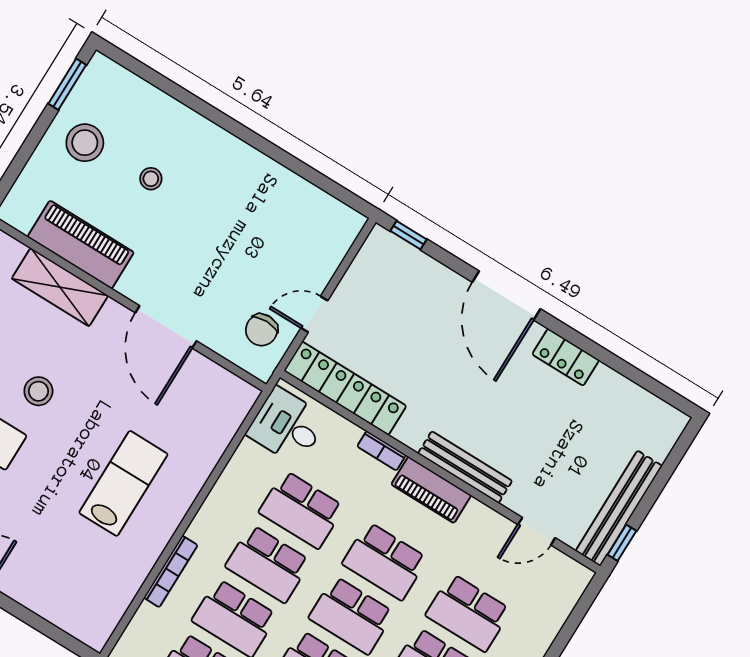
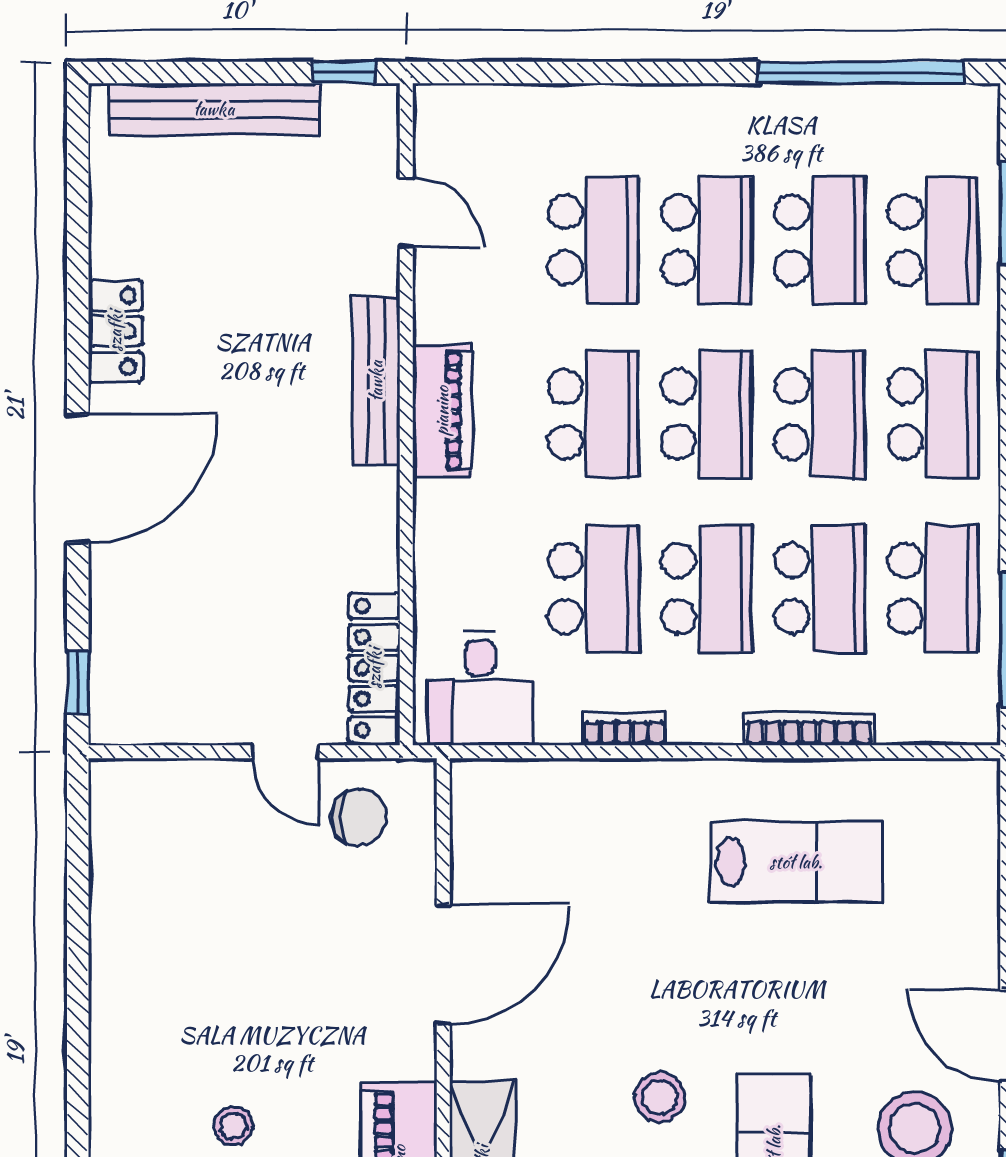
locker: (345, 388) -> (374, 668), width x0.71, depth x0.83
bookcase: (382, 451) -> (624, 729), moved, turned -90
lab bench: (123, 483) -> (796, 862), moved, turned 180
bench: (619, 508) -> (214, 109), moved

